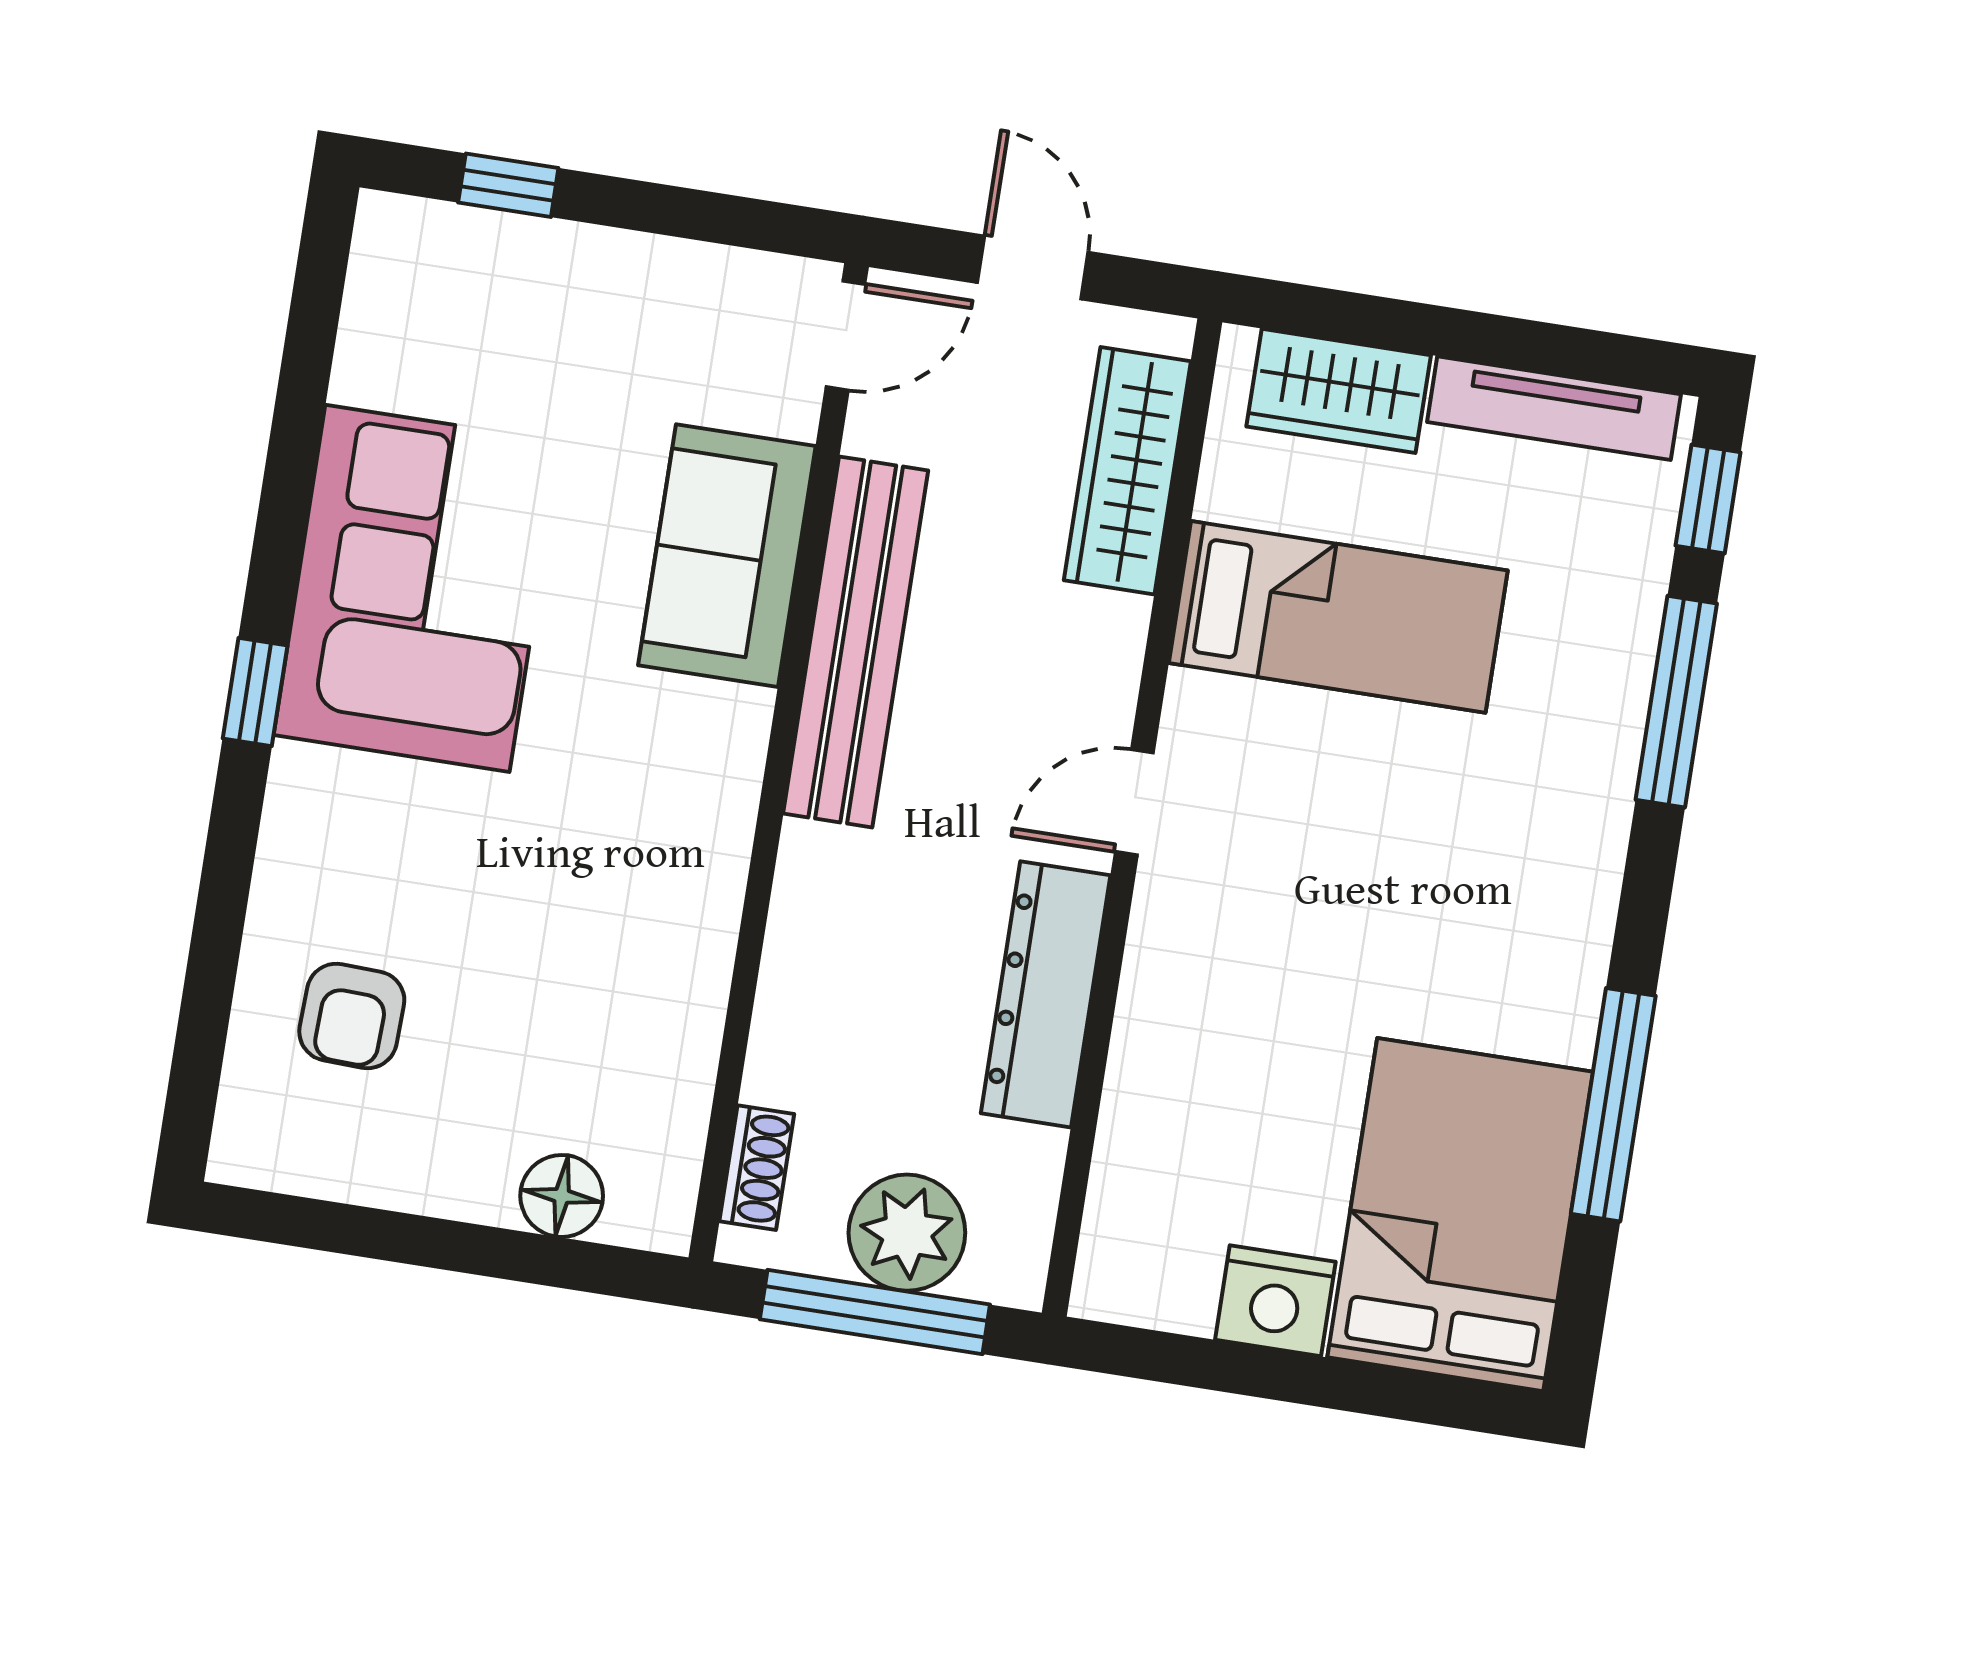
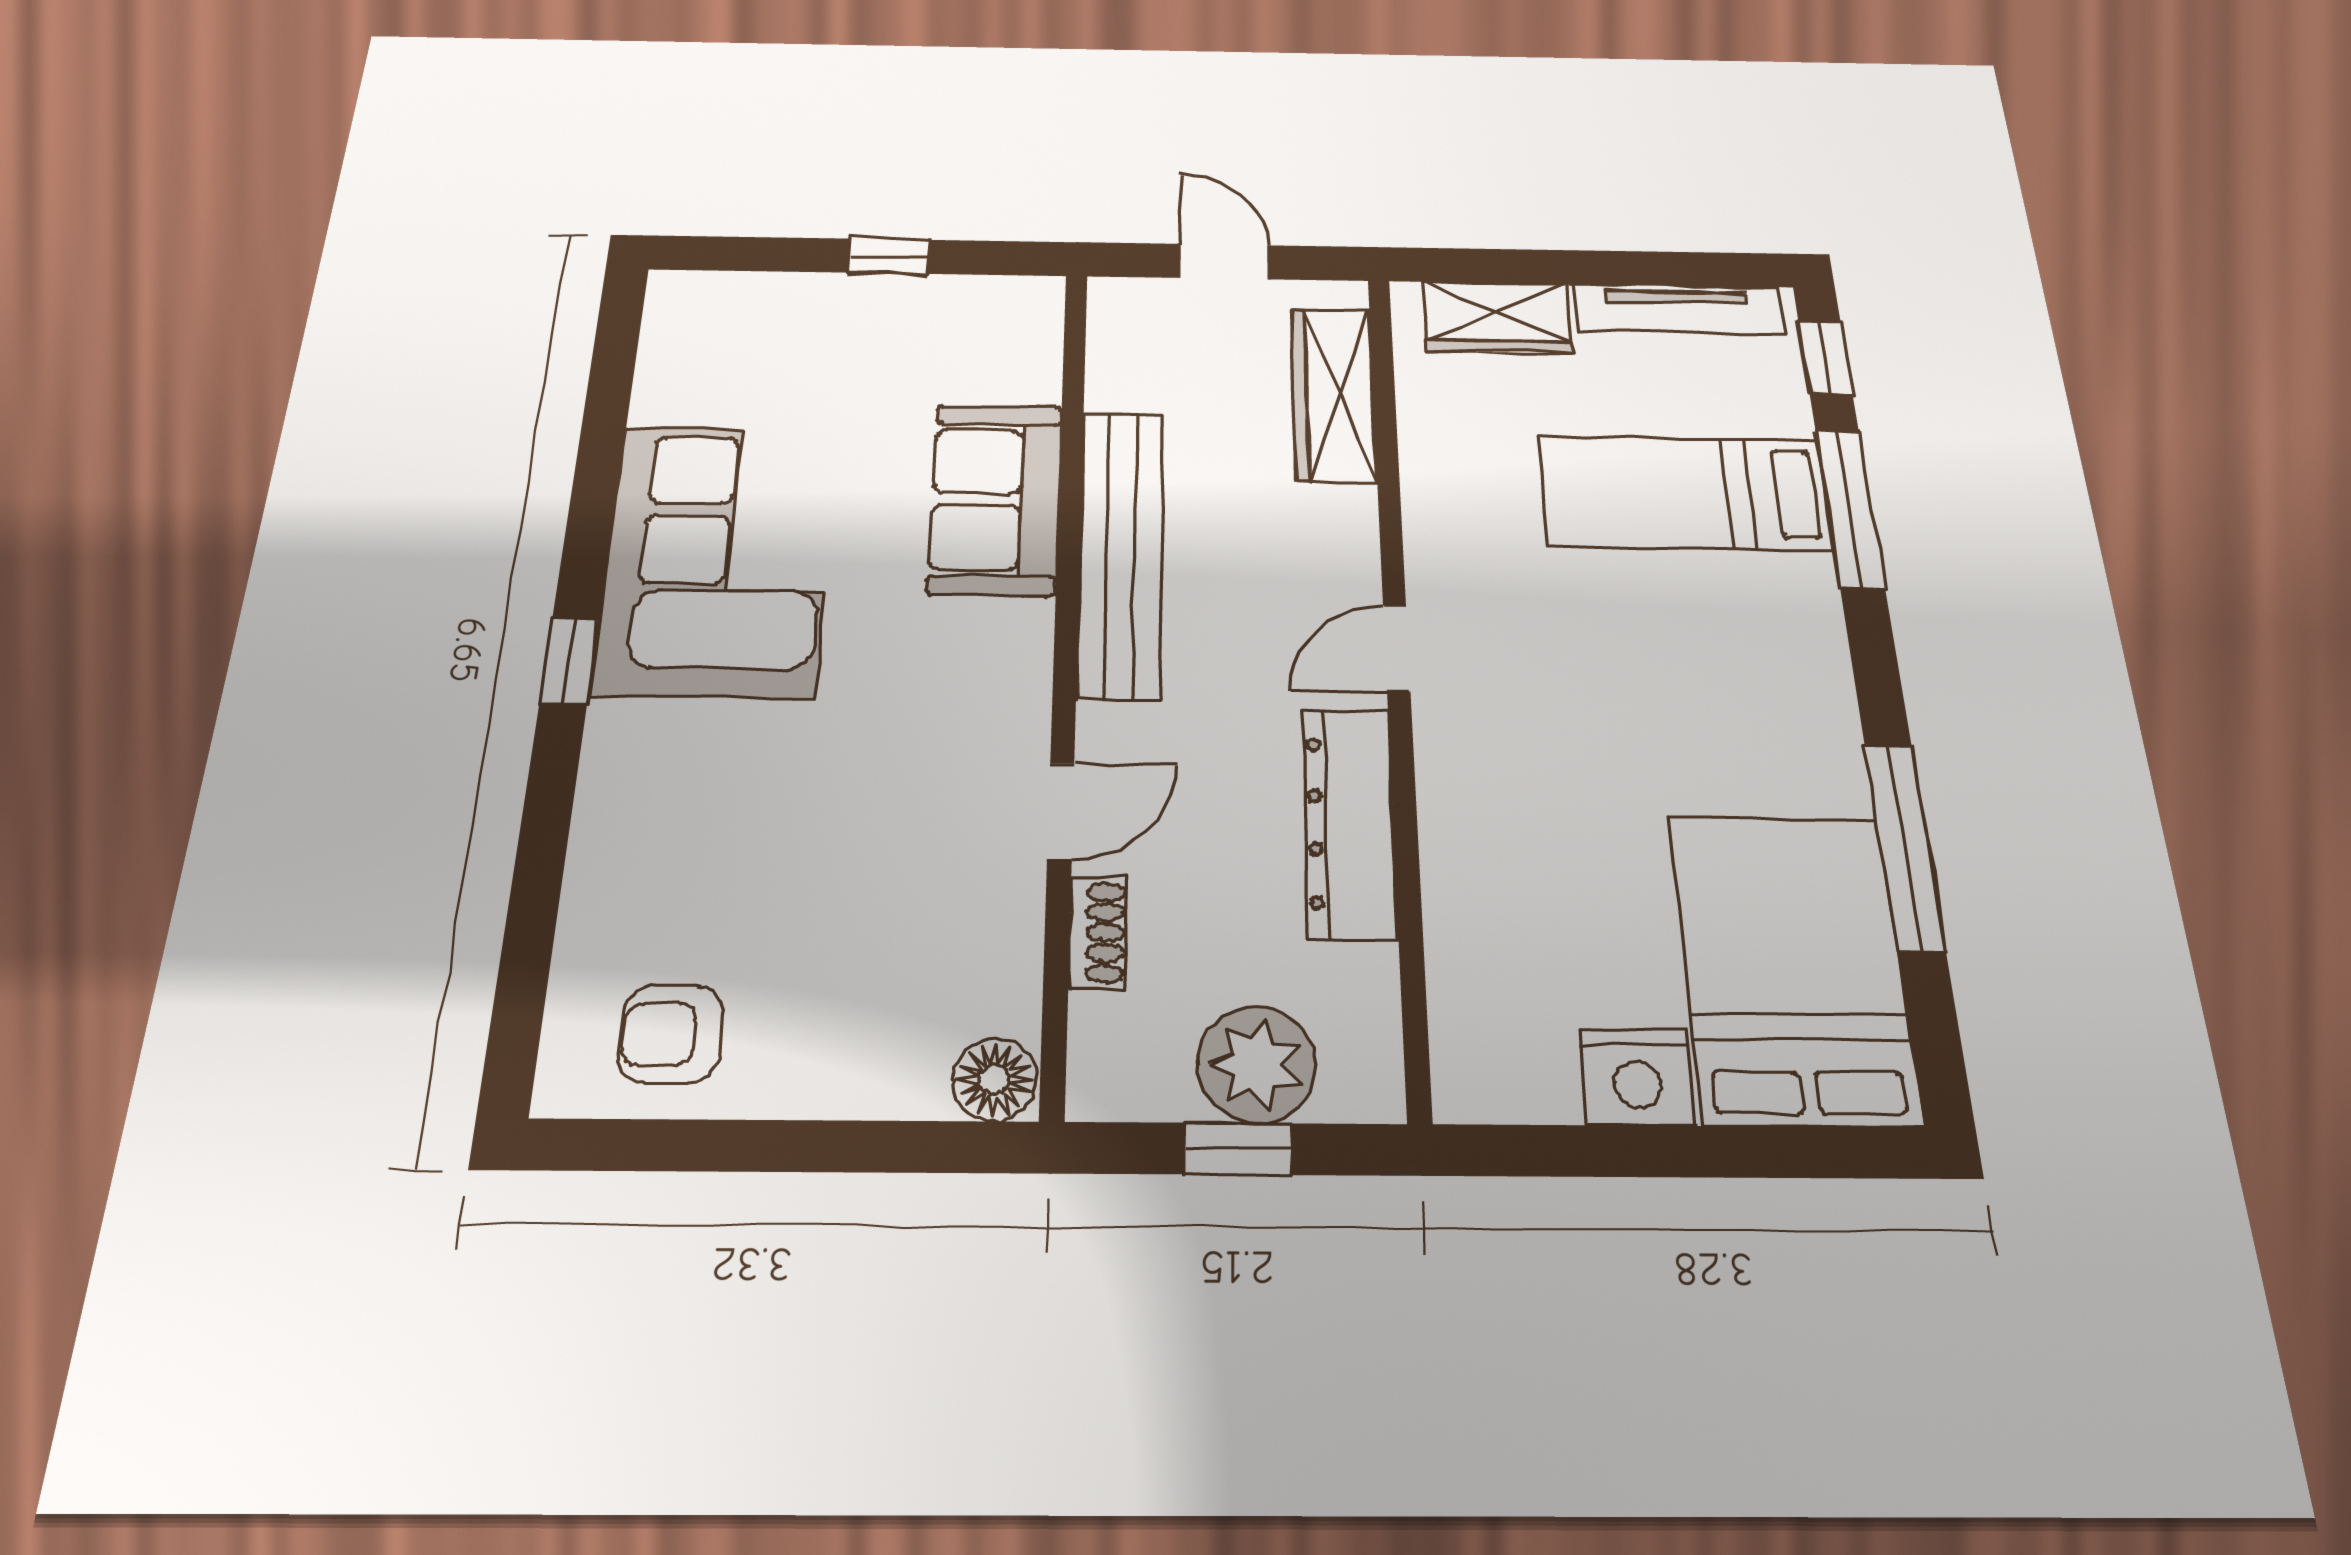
window: (508, 185) -> (889, 256), moved
door: (846, 335) -> (1061, 811), moved
bed: (1338, 617) -> (1685, 492), moved, turned 180
armchair: (352, 1016) -> (671, 1034), moved, turned 88
shoe rack: (757, 1168) -> (1098, 933), moved
floor lamp: (562, 1196) -> (995, 1080), moved
window: (875, 1312) -> (1238, 1149), width x0.46

